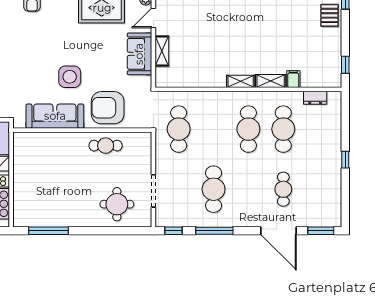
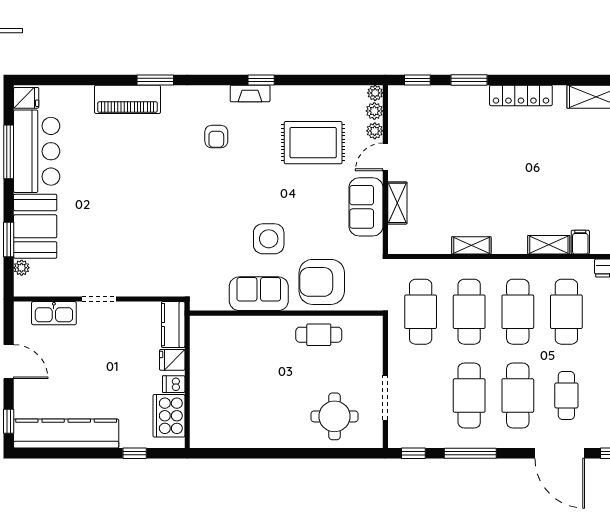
shelving: (241, 81) -> (471, 245), moved
sofa: (55, 116) -> (259, 294), width x0.73
cafe table: (214, 129) -> (469, 312), added
cafe table: (248, 189) -> (518, 395), added
window: (49, 231) -> (239, 453), removed

